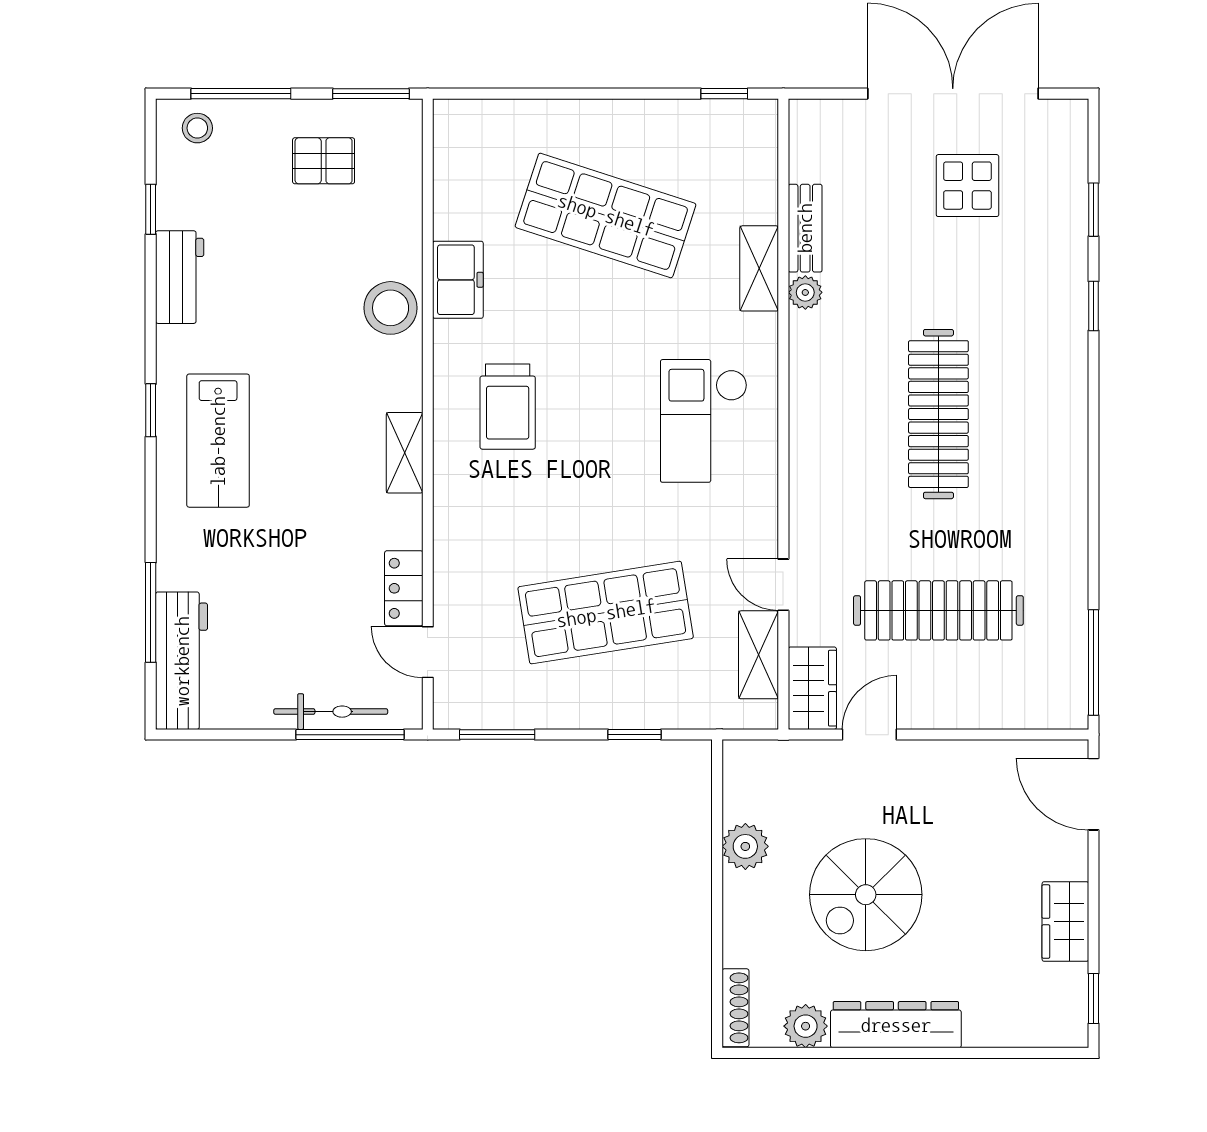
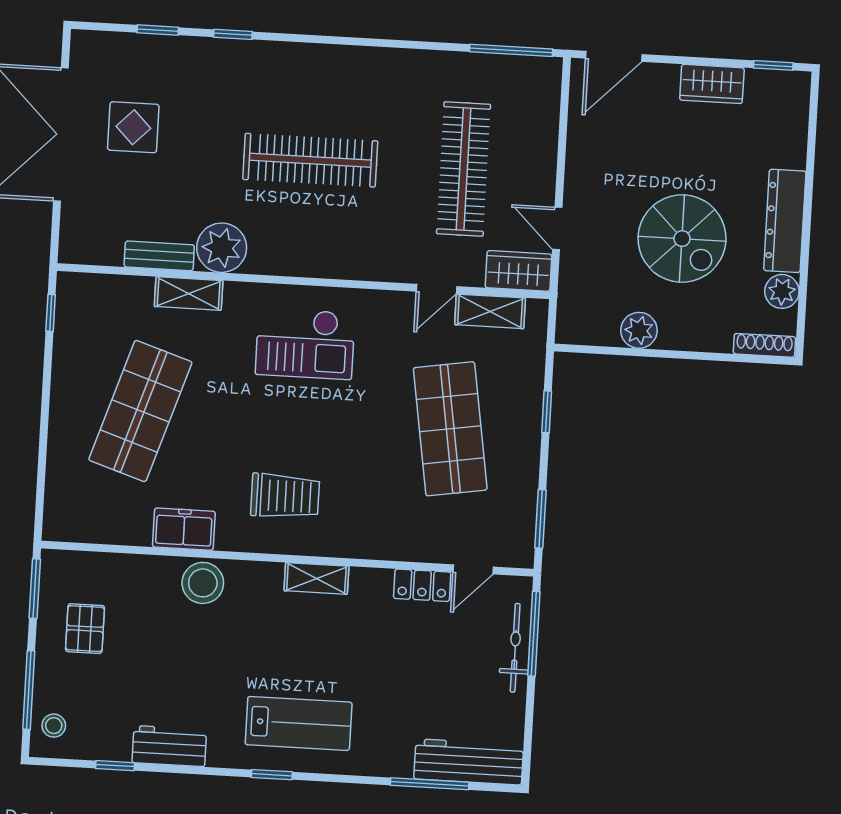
plant: (805, 292) -> (222, 248), width x1.88, depth x1.88

